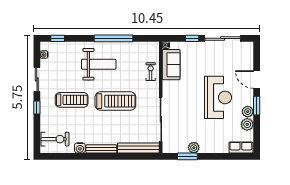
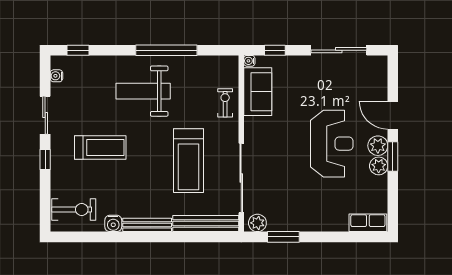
window: (192, 38) -> (275, 50), moved
weight bench: (99, 64) -> (143, 91), turned 180
treadmill: (115, 101) -> (189, 161), moved, turned 90
plant: (247, 124) -> (378, 146), moved
plant: (194, 148) -> (257, 223), moved

